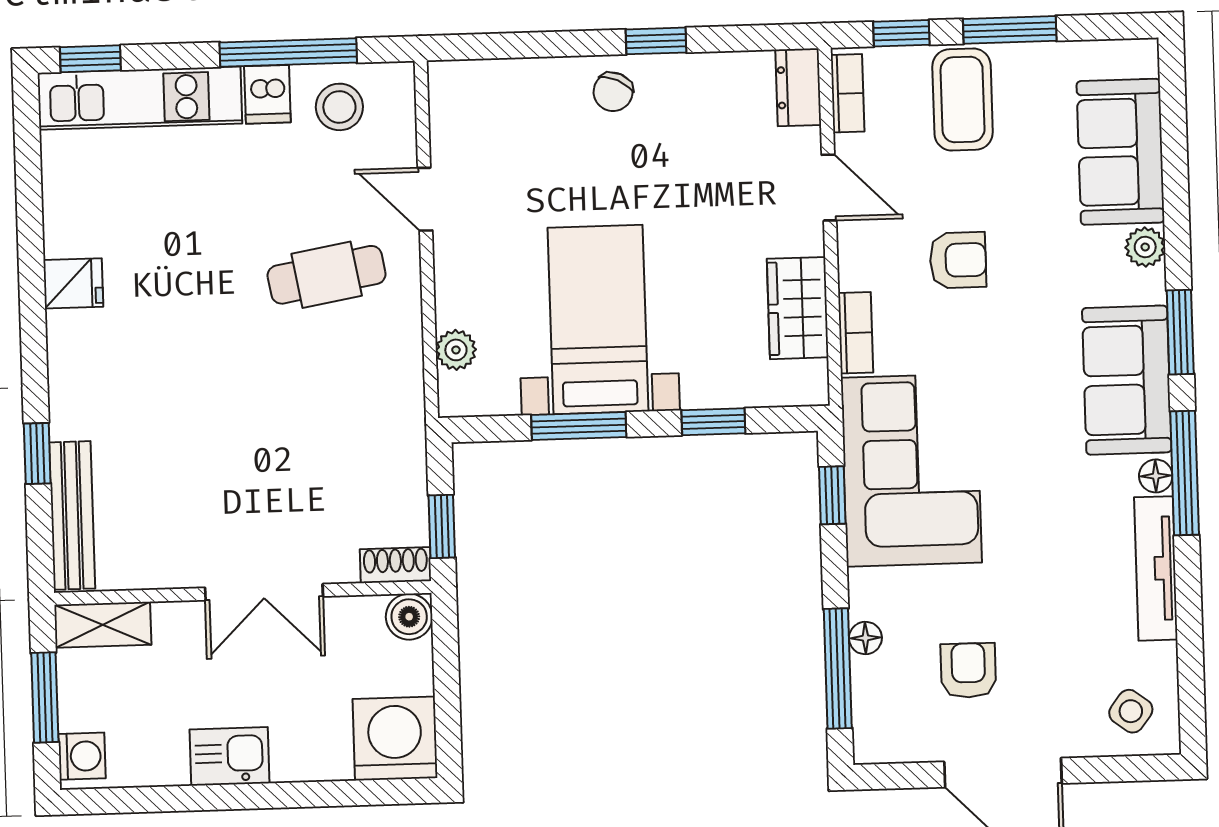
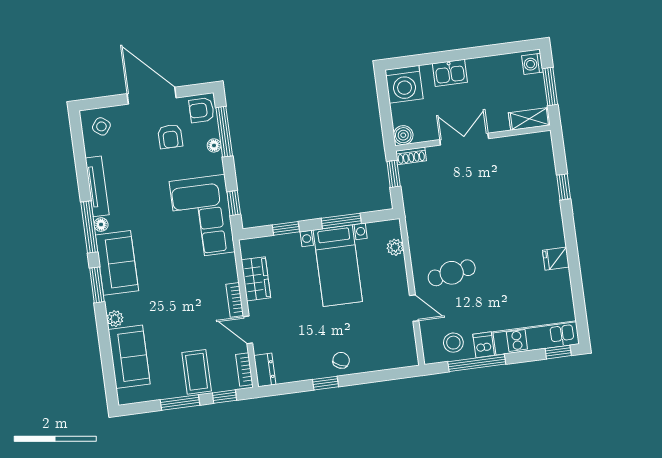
armchair: (958, 260) -> (201, 110), moved
bookcase: (856, 333) -> (235, 300), moved
bench: (72, 515) -> (547, 163), removed
kitchen sink: (229, 756) -> (450, 73), moved

